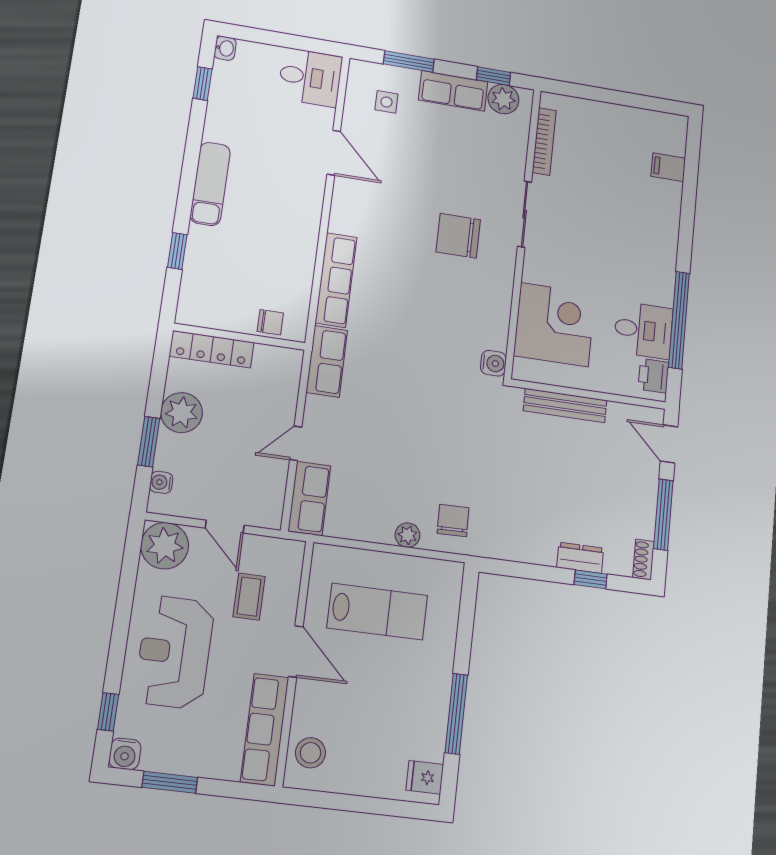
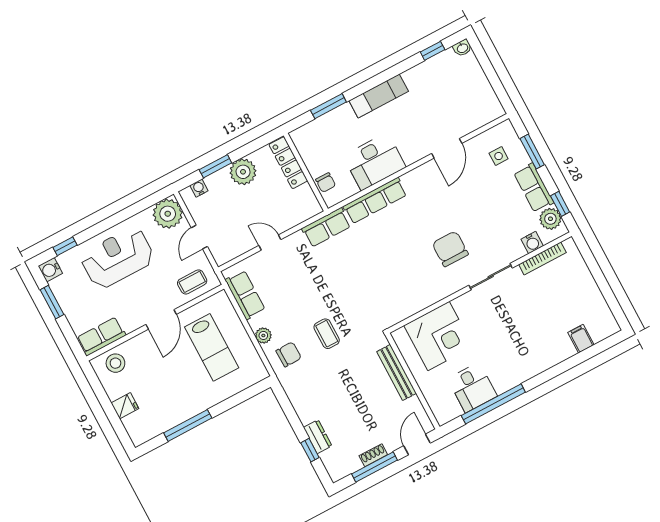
desk: (310, 77) -> (374, 162), moved, width x1.37
window: (177, 251) -> (328, 106), width x1.50
water cooler: (493, 363) -> (532, 243), moved
printer: (653, 376) -> (450, 410), removed
coffee table: (459, 455) -> (327, 334), added
row of seats: (309, 498) -> (245, 295), moved, turned -90
shoe rack: (643, 559) -> (373, 455), moved
coffee table: (249, 597) -> (192, 282), moved
row of seats: (265, 730) -> (101, 336), width x0.68
fridge: (425, 777) -> (125, 406), moved, turned 90

